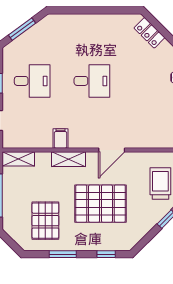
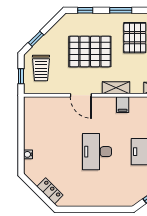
desk: (92, 81) -> (97, 152), width x1.37
door: (112, 150) -> (81, 95), swing flipped

